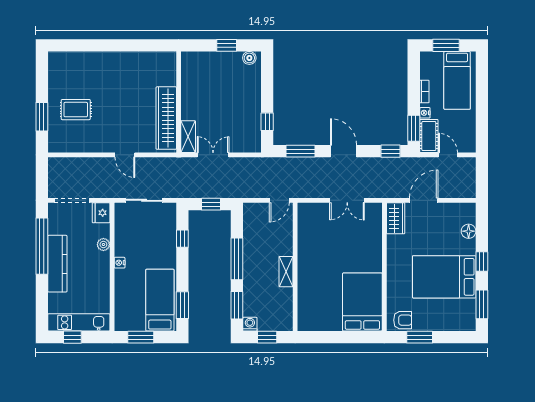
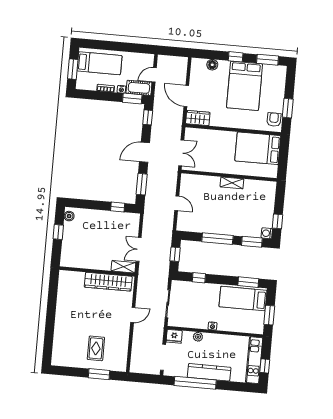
wall: (295, 267) -> (229, 176), moved
shelving: (286, 272) -> (232, 183), moved

